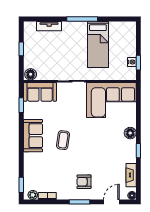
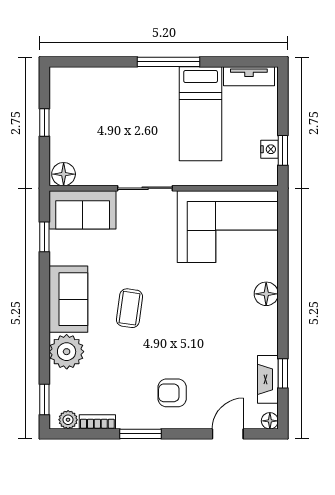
tv unit: (49, 26) -> (249, 76), moved
window: (138, 151) -> (283, 373), moved
plant: (32, 161) -> (67, 352), added
window: (79, 202) -> (140, 434), moved

